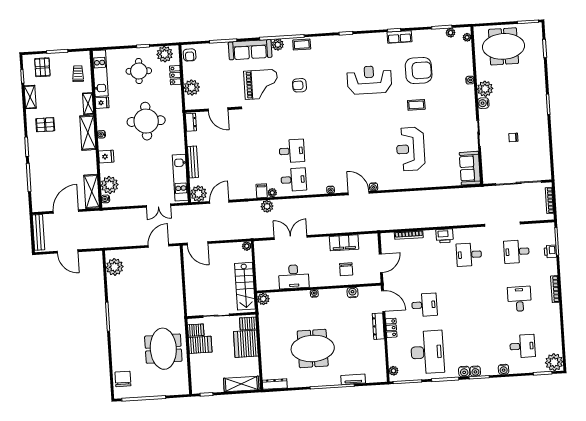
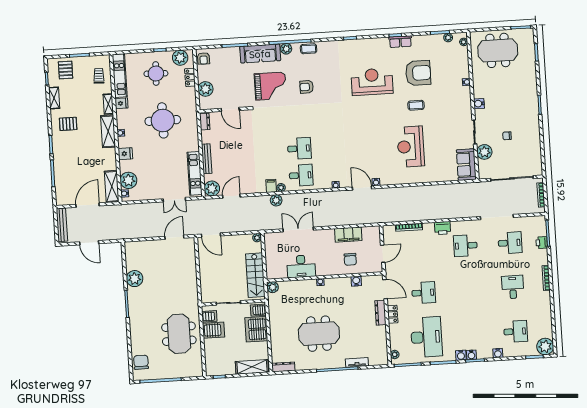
plant: (485, 89) -> (484, 152), moved
desk: (517, 252) -> (510, 243), turned 180
plant: (115, 267) -> (135, 279), moved

